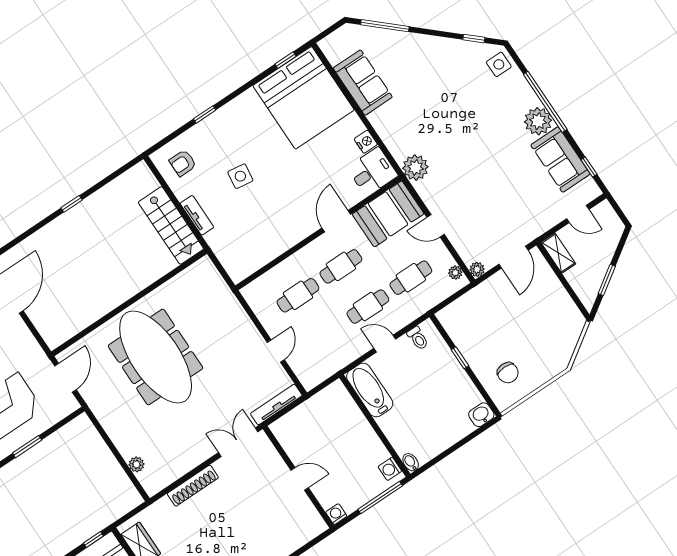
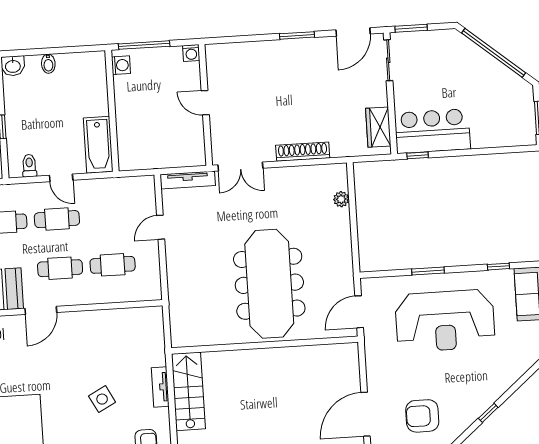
side table: (240, 176) -> (102, 399), turned -36
bidet: (411, 462) -> (48, 64), moved

